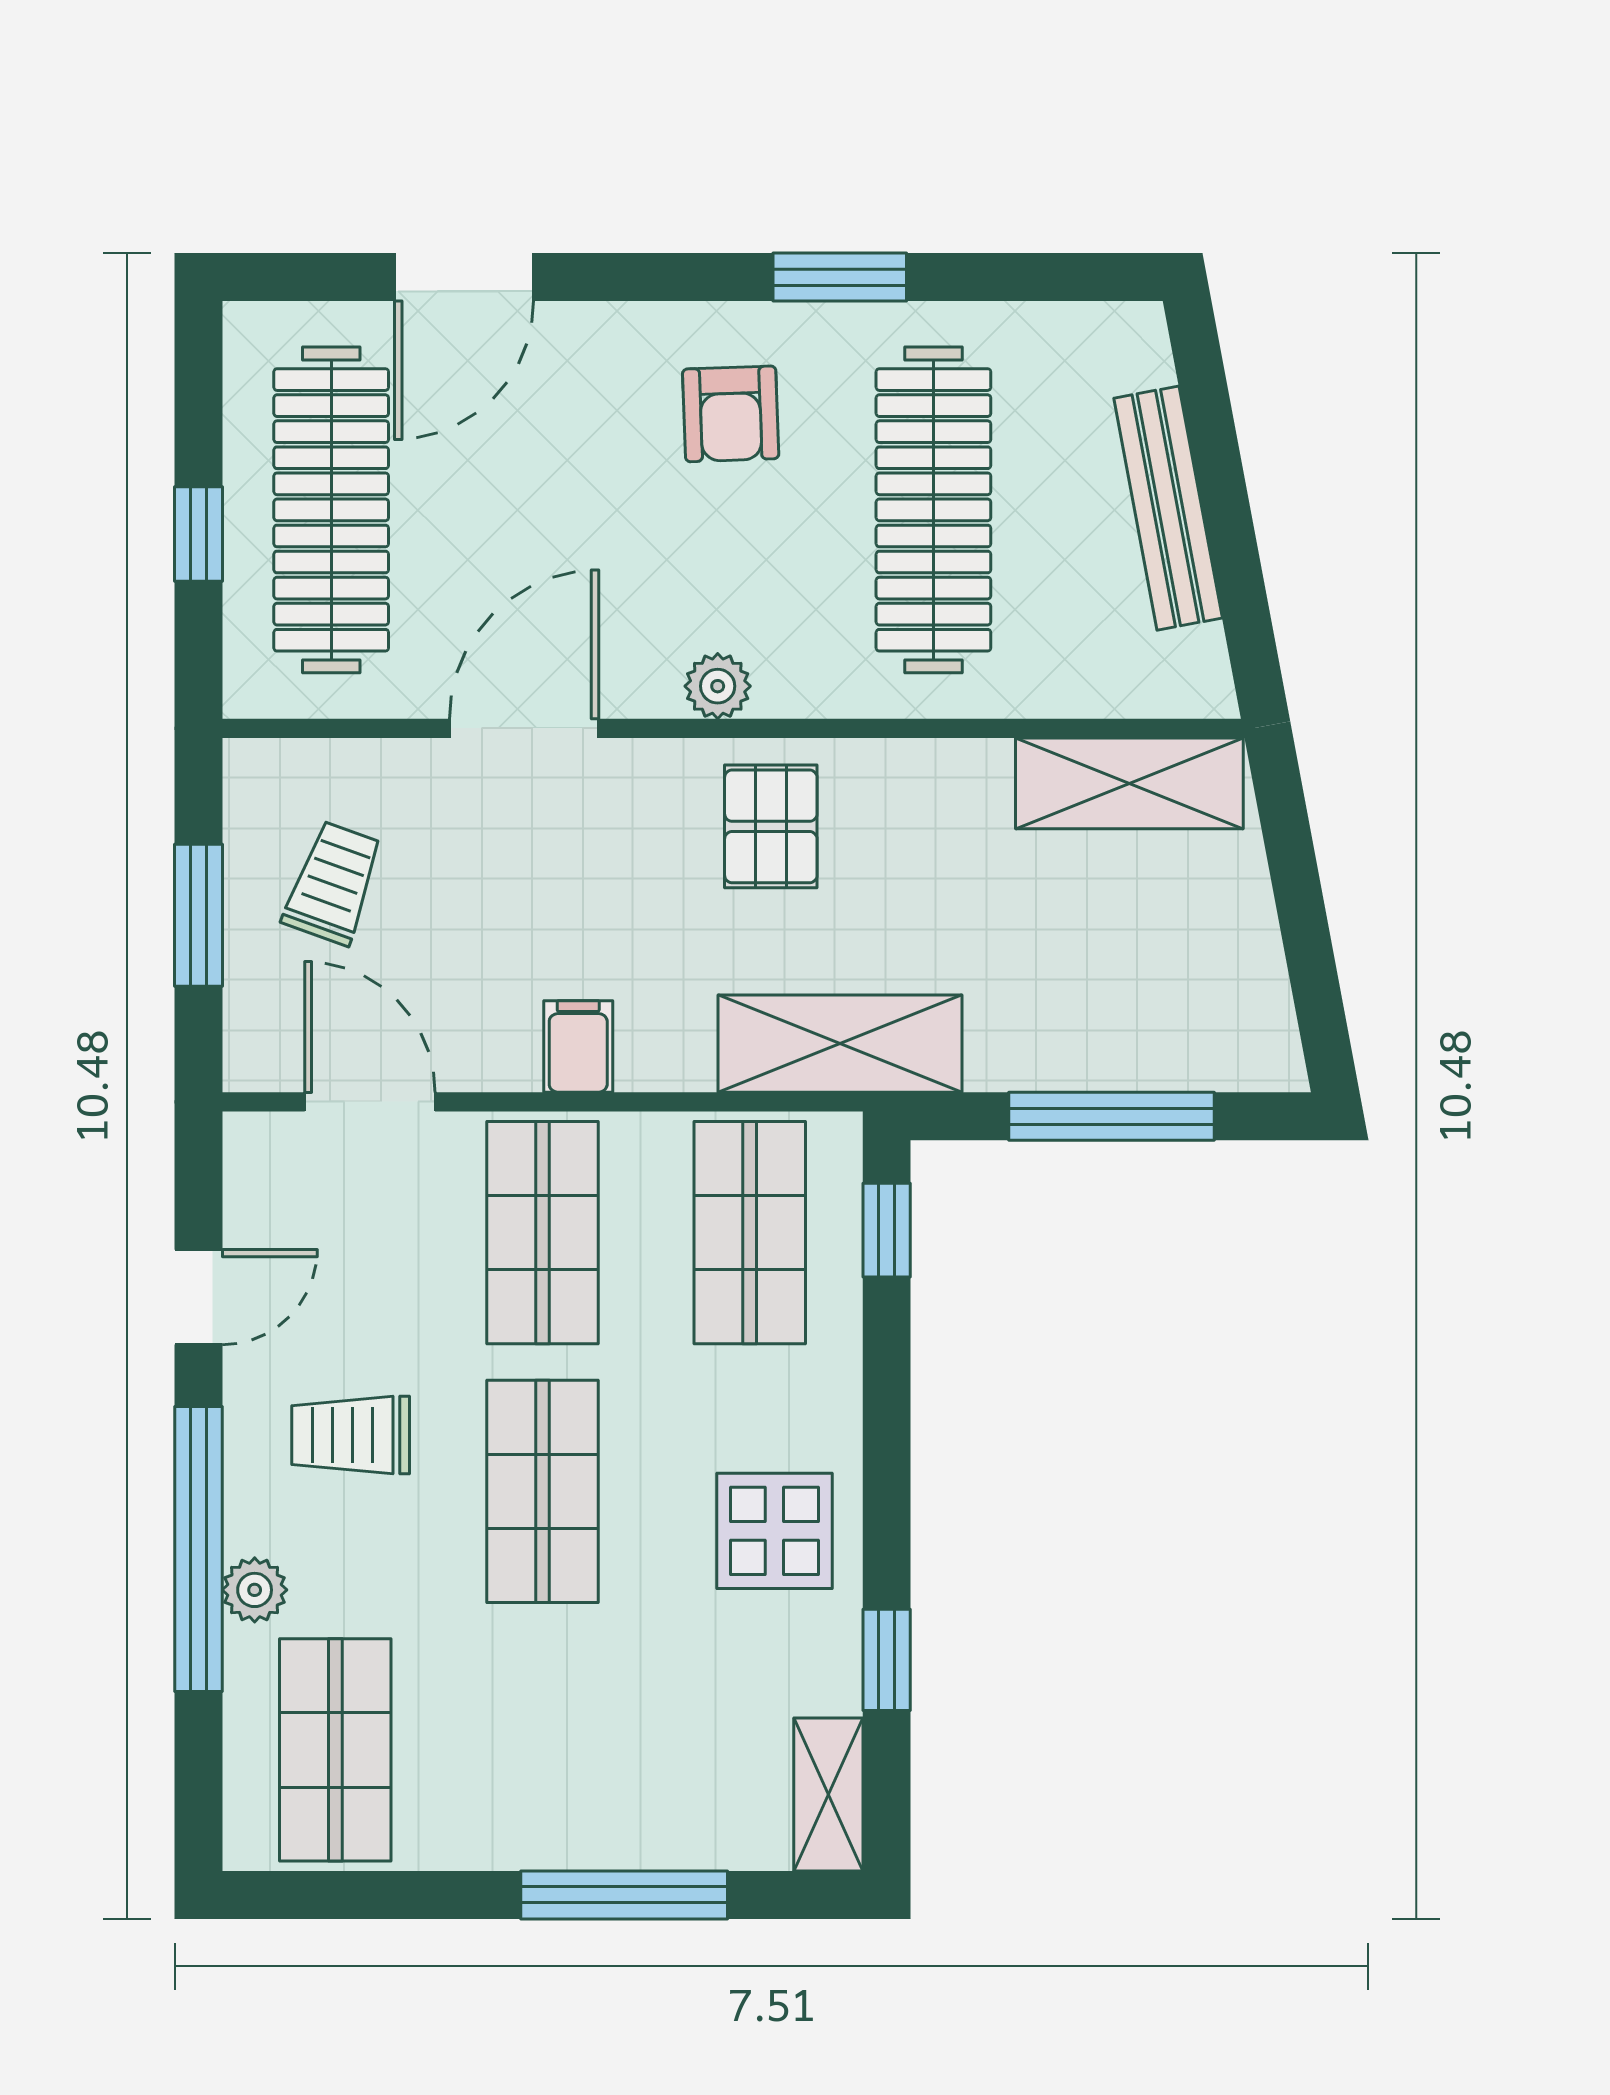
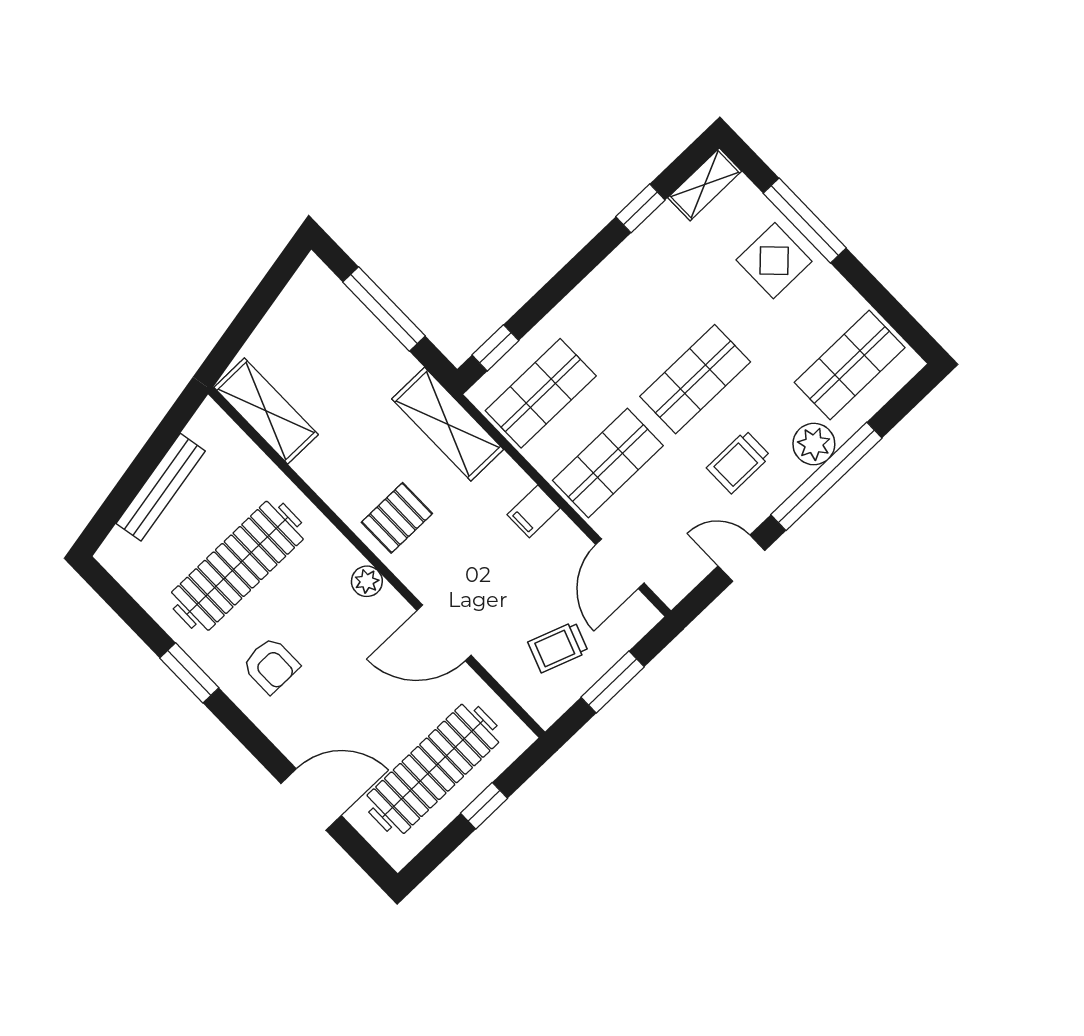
armchair: (731, 414) -> (271, 665), turned 92
trolley: (351, 1435) -> (738, 462), turned 90
display table: (774, 1531) -> (774, 261), moved
plant: (255, 1590) -> (814, 444), width x1.38, depth x1.38

